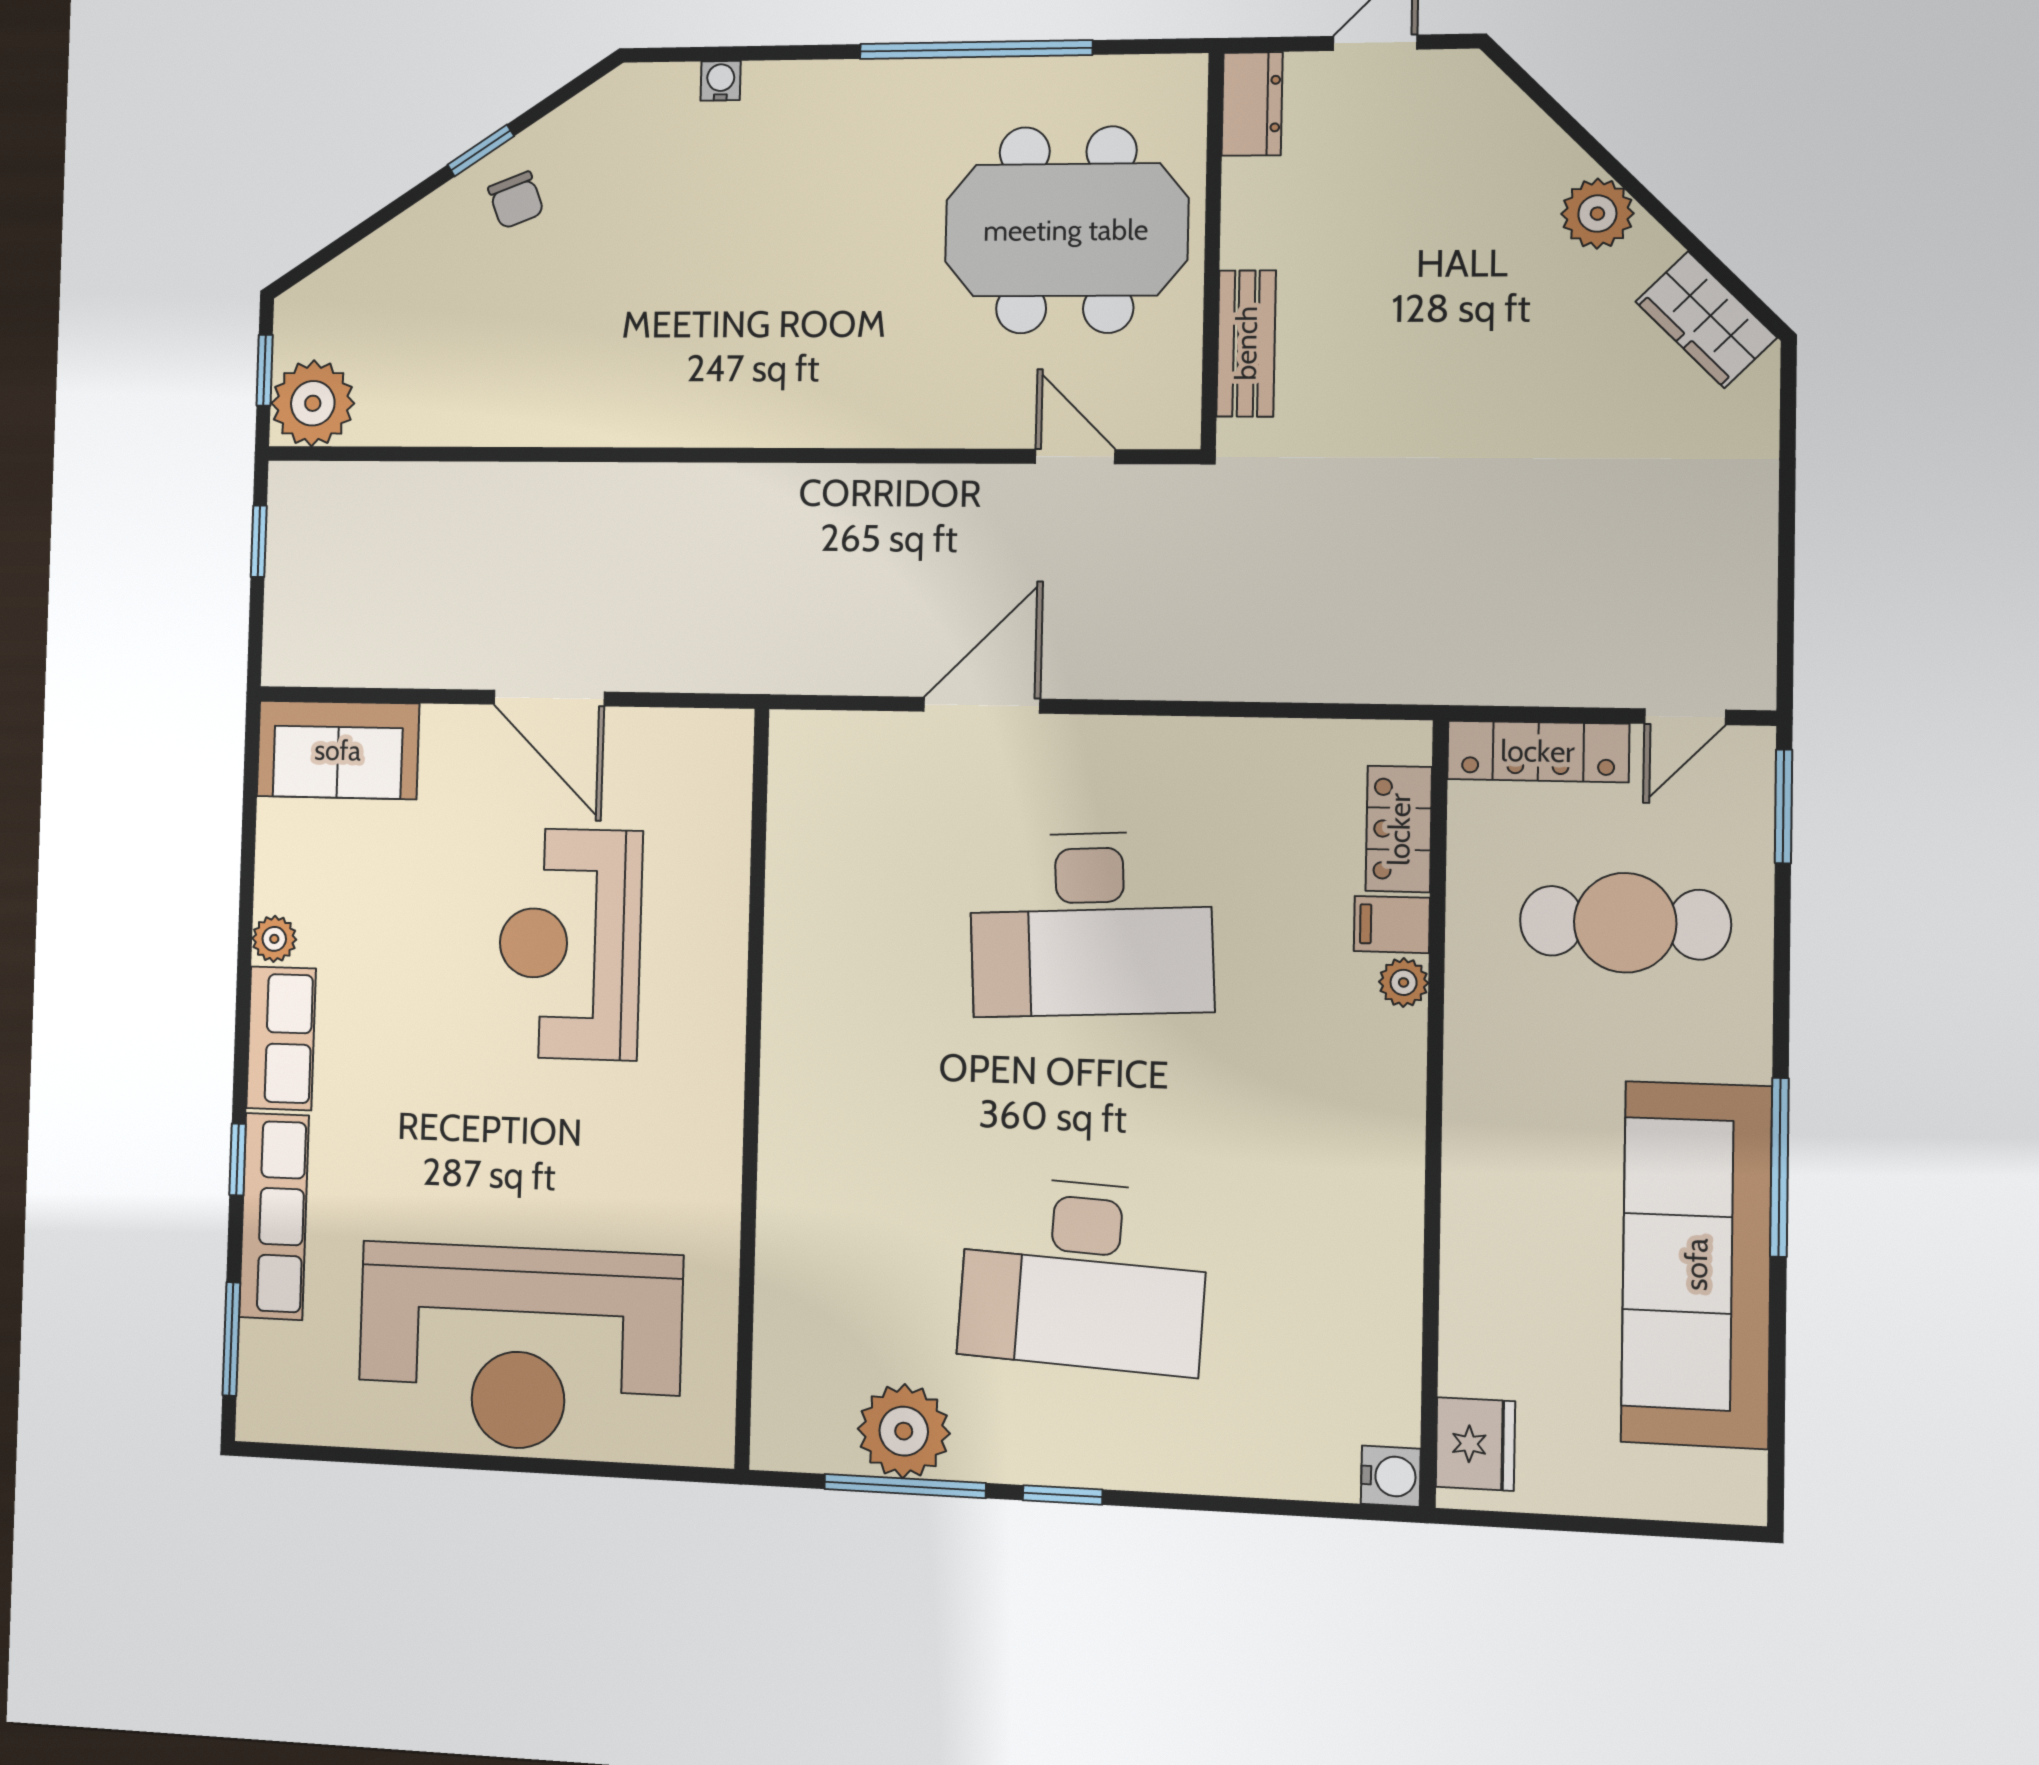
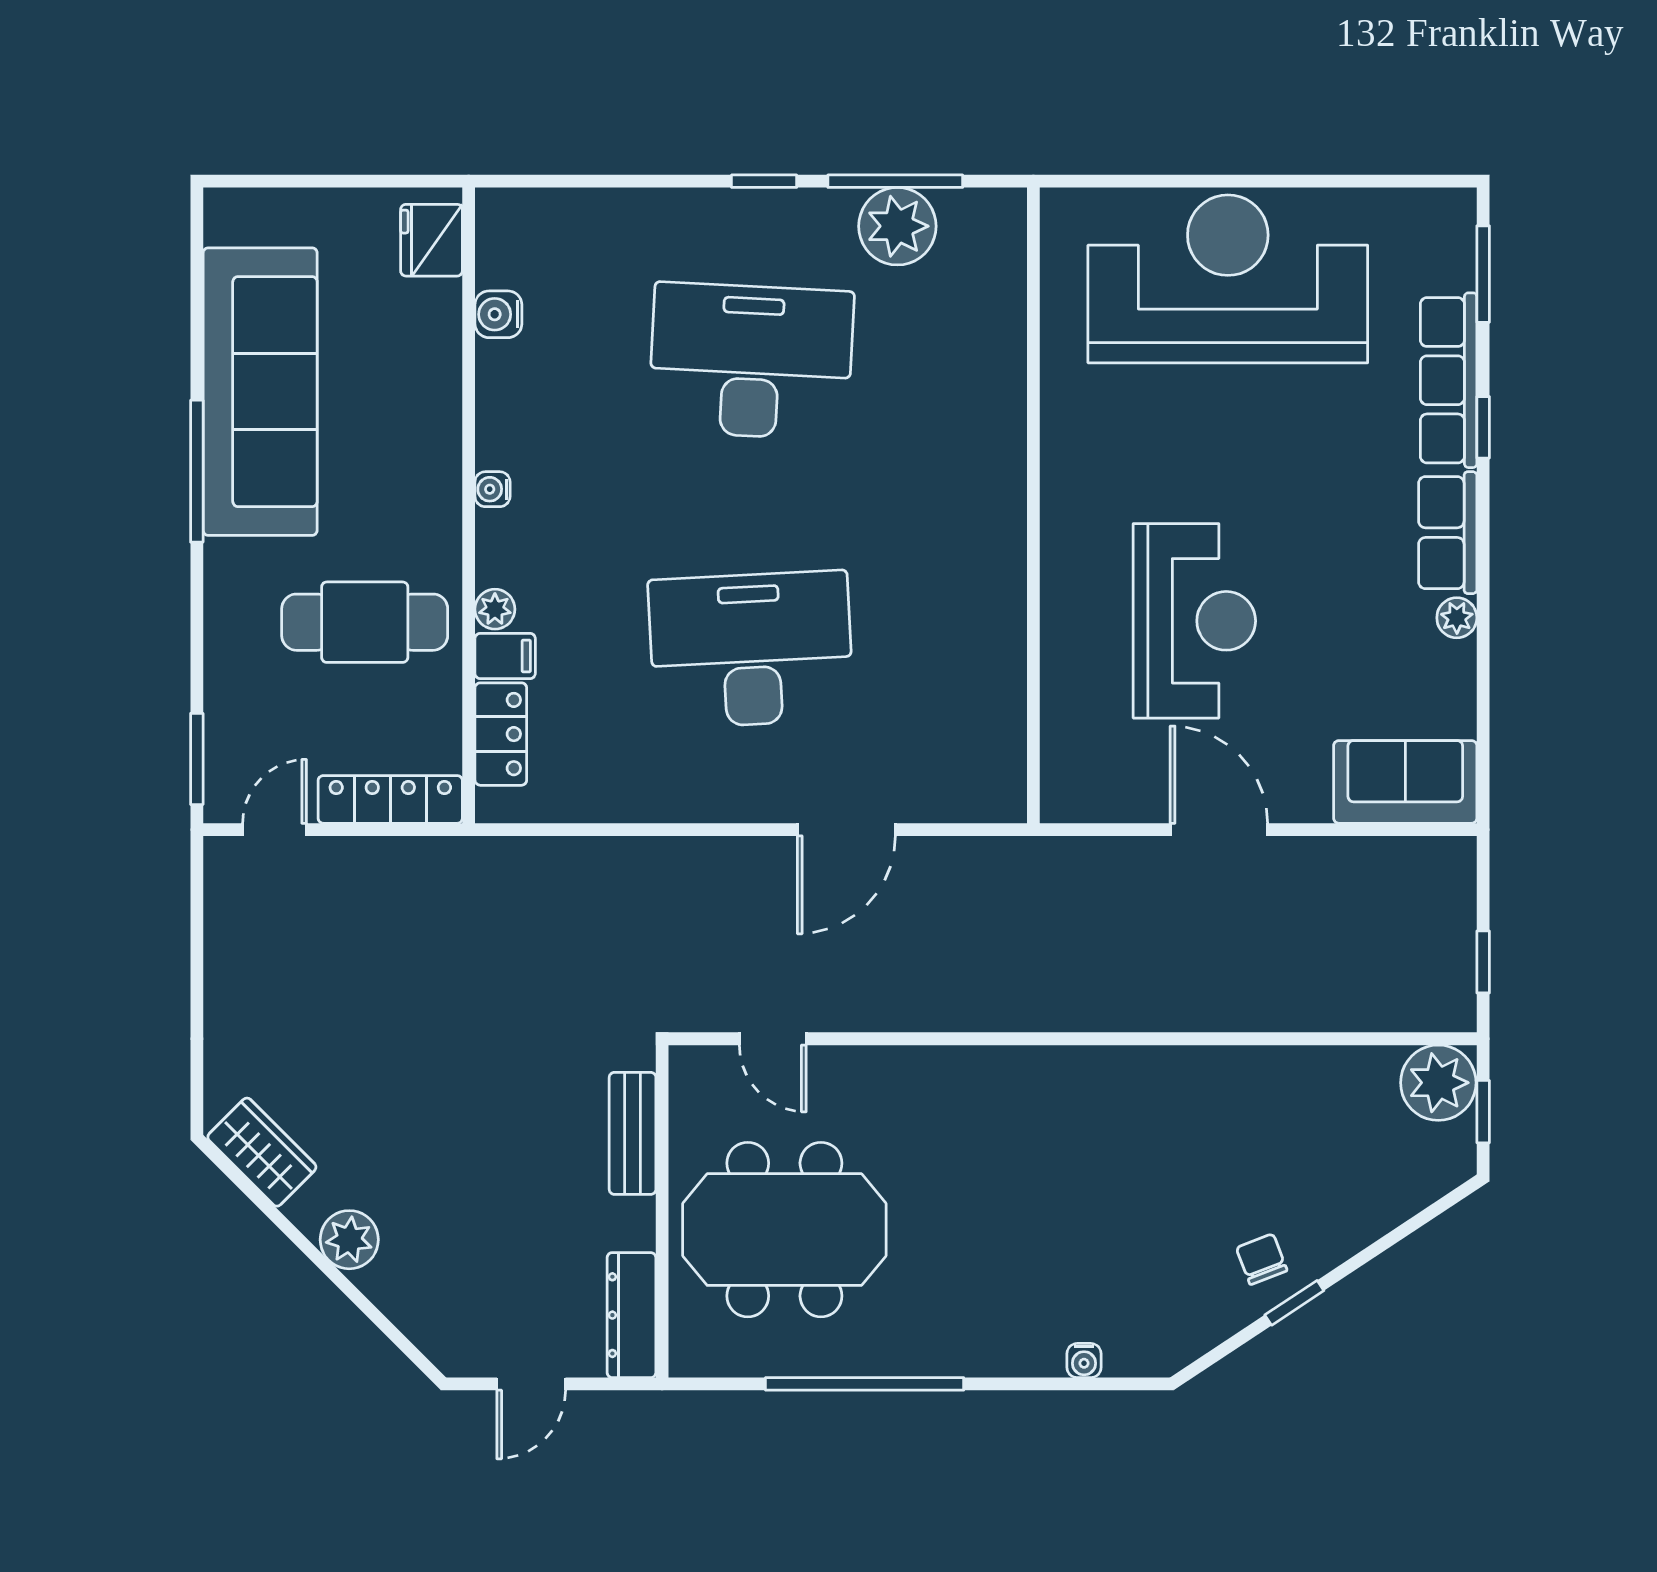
dresser: (1252, 104) -> (631, 1315), width x1.44
cafe table: (1625, 923) -> (365, 622), moved
water cooler: (1404, 1131) -> (493, 489), added
water cooler: (1391, 1476) -> (498, 314), moved

